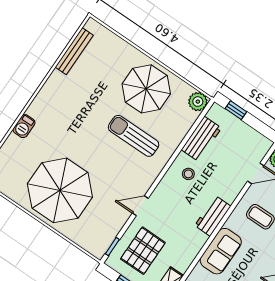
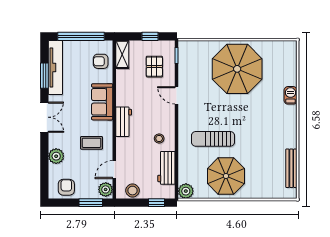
sun lounger: (134, 136) -> (213, 139), turned 180
stool: (252, 139) -> (132, 191), added
door: (140, 206) -> (177, 95), swing flipped
pallet: (143, 251) -> (154, 67), width x0.67, depth x0.71

